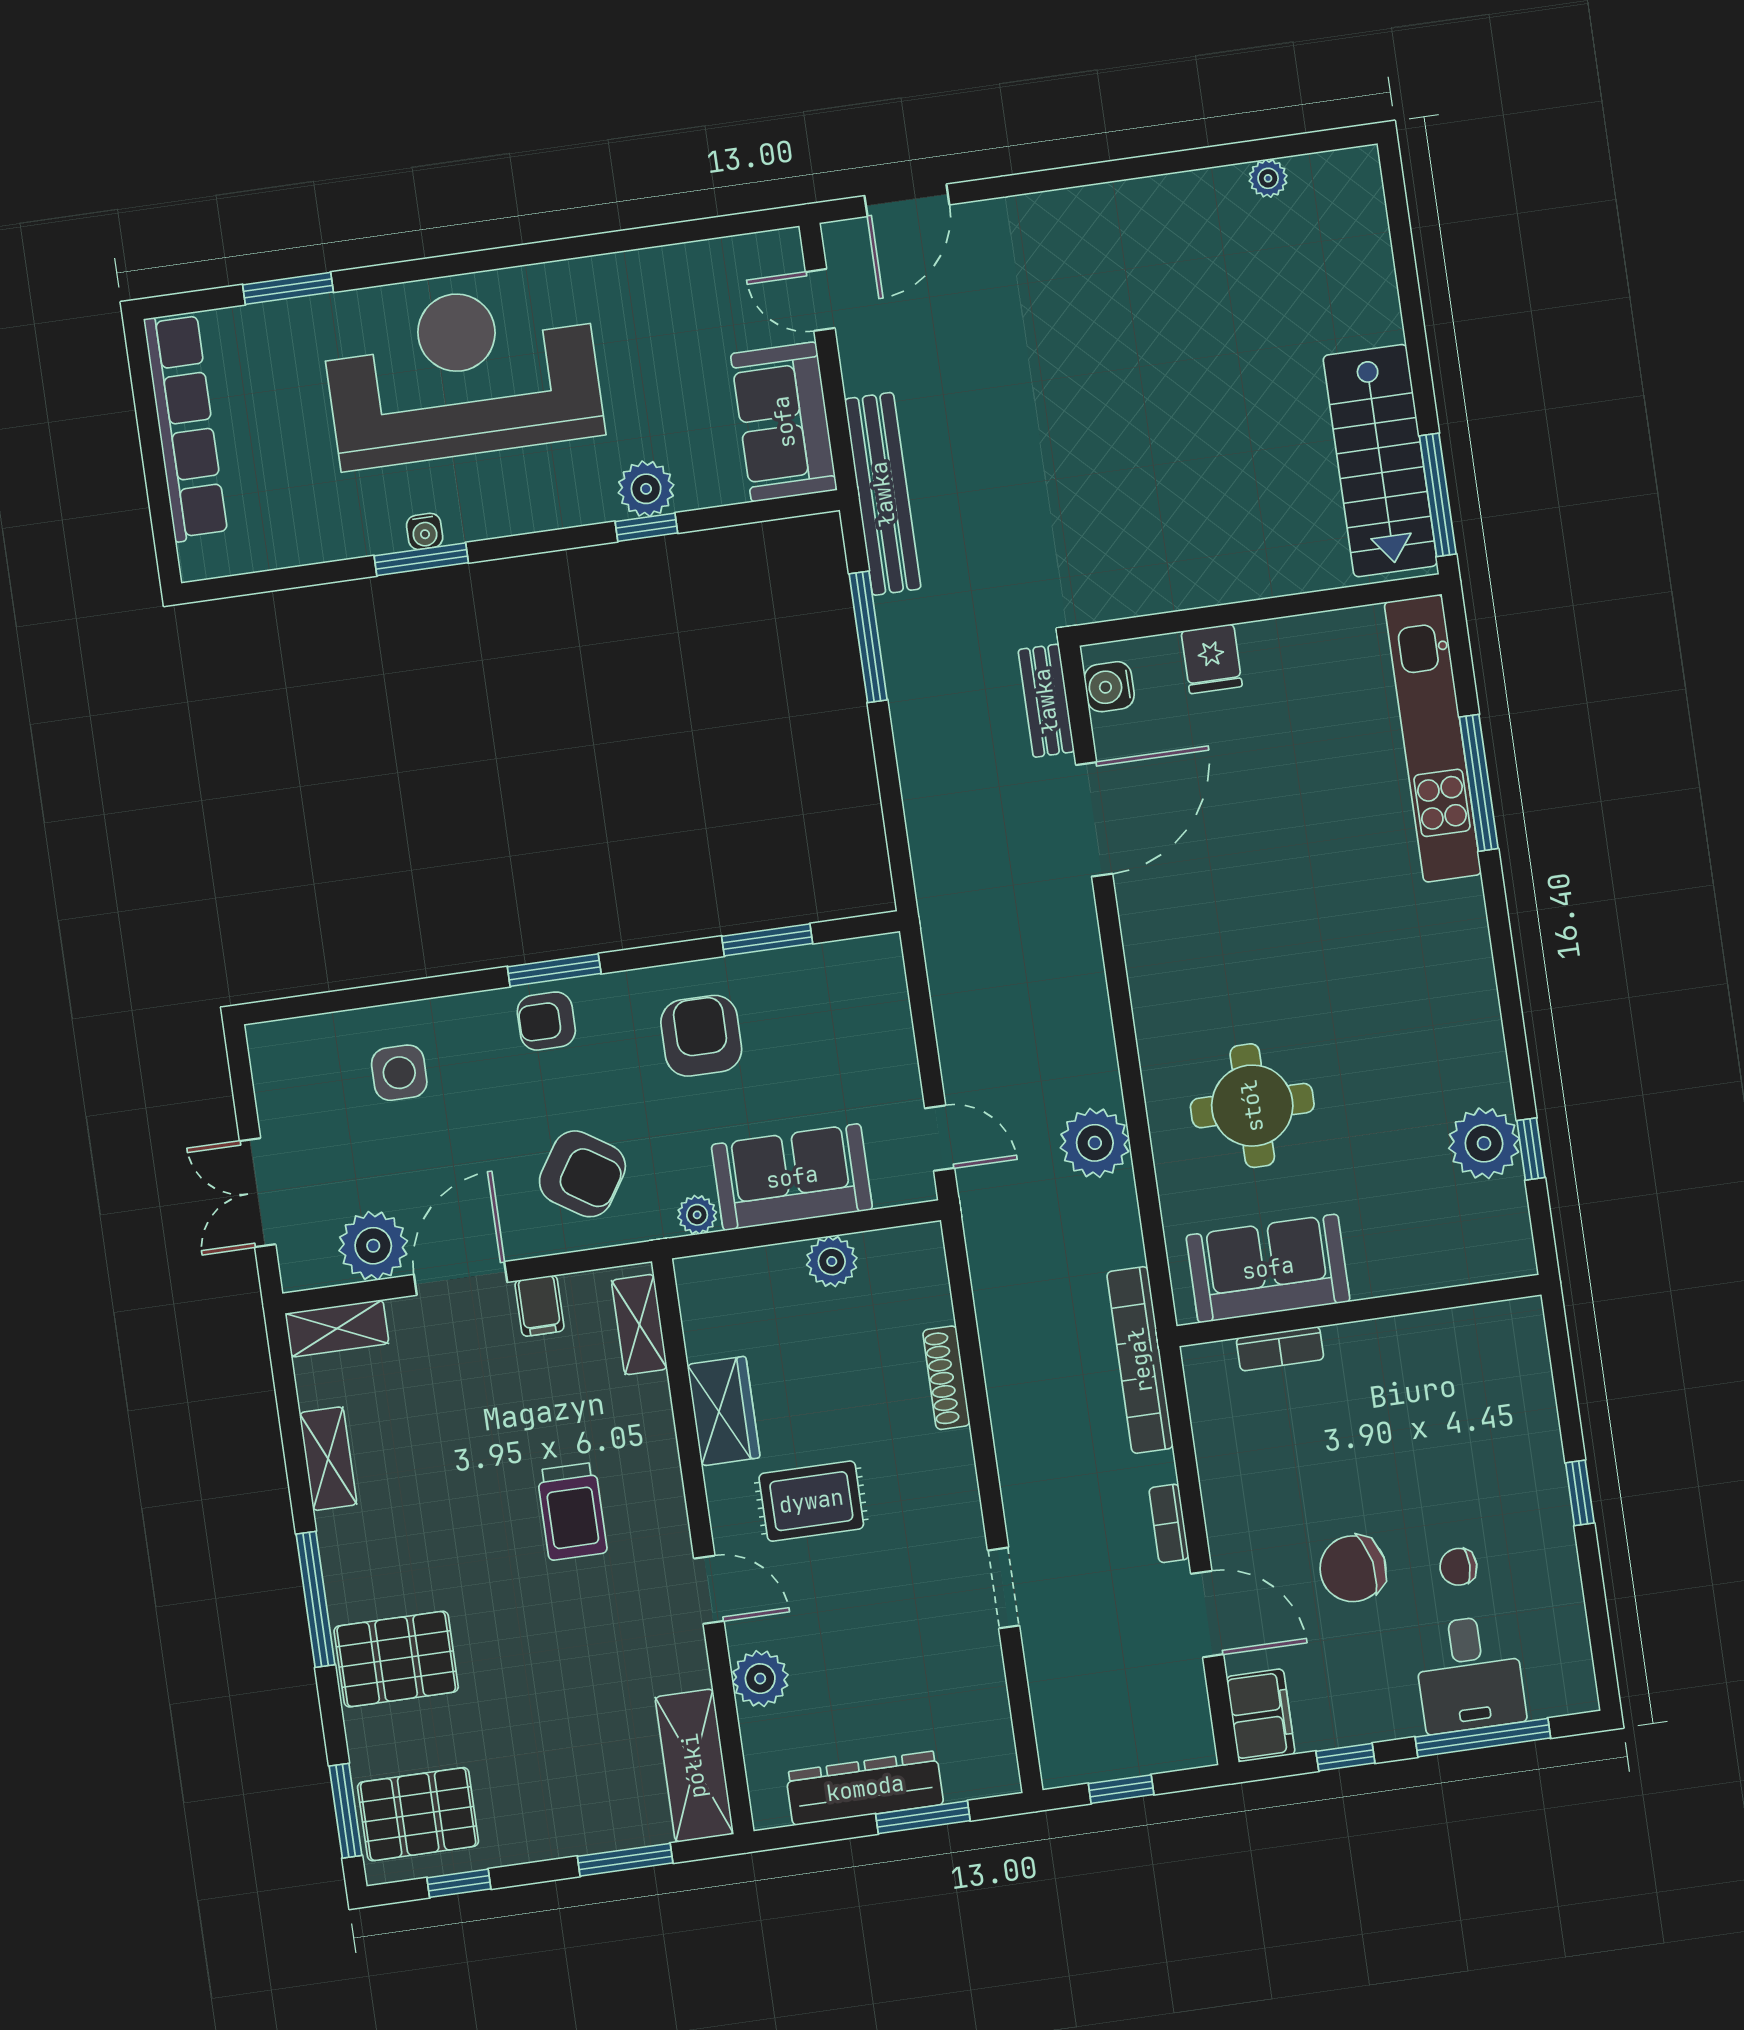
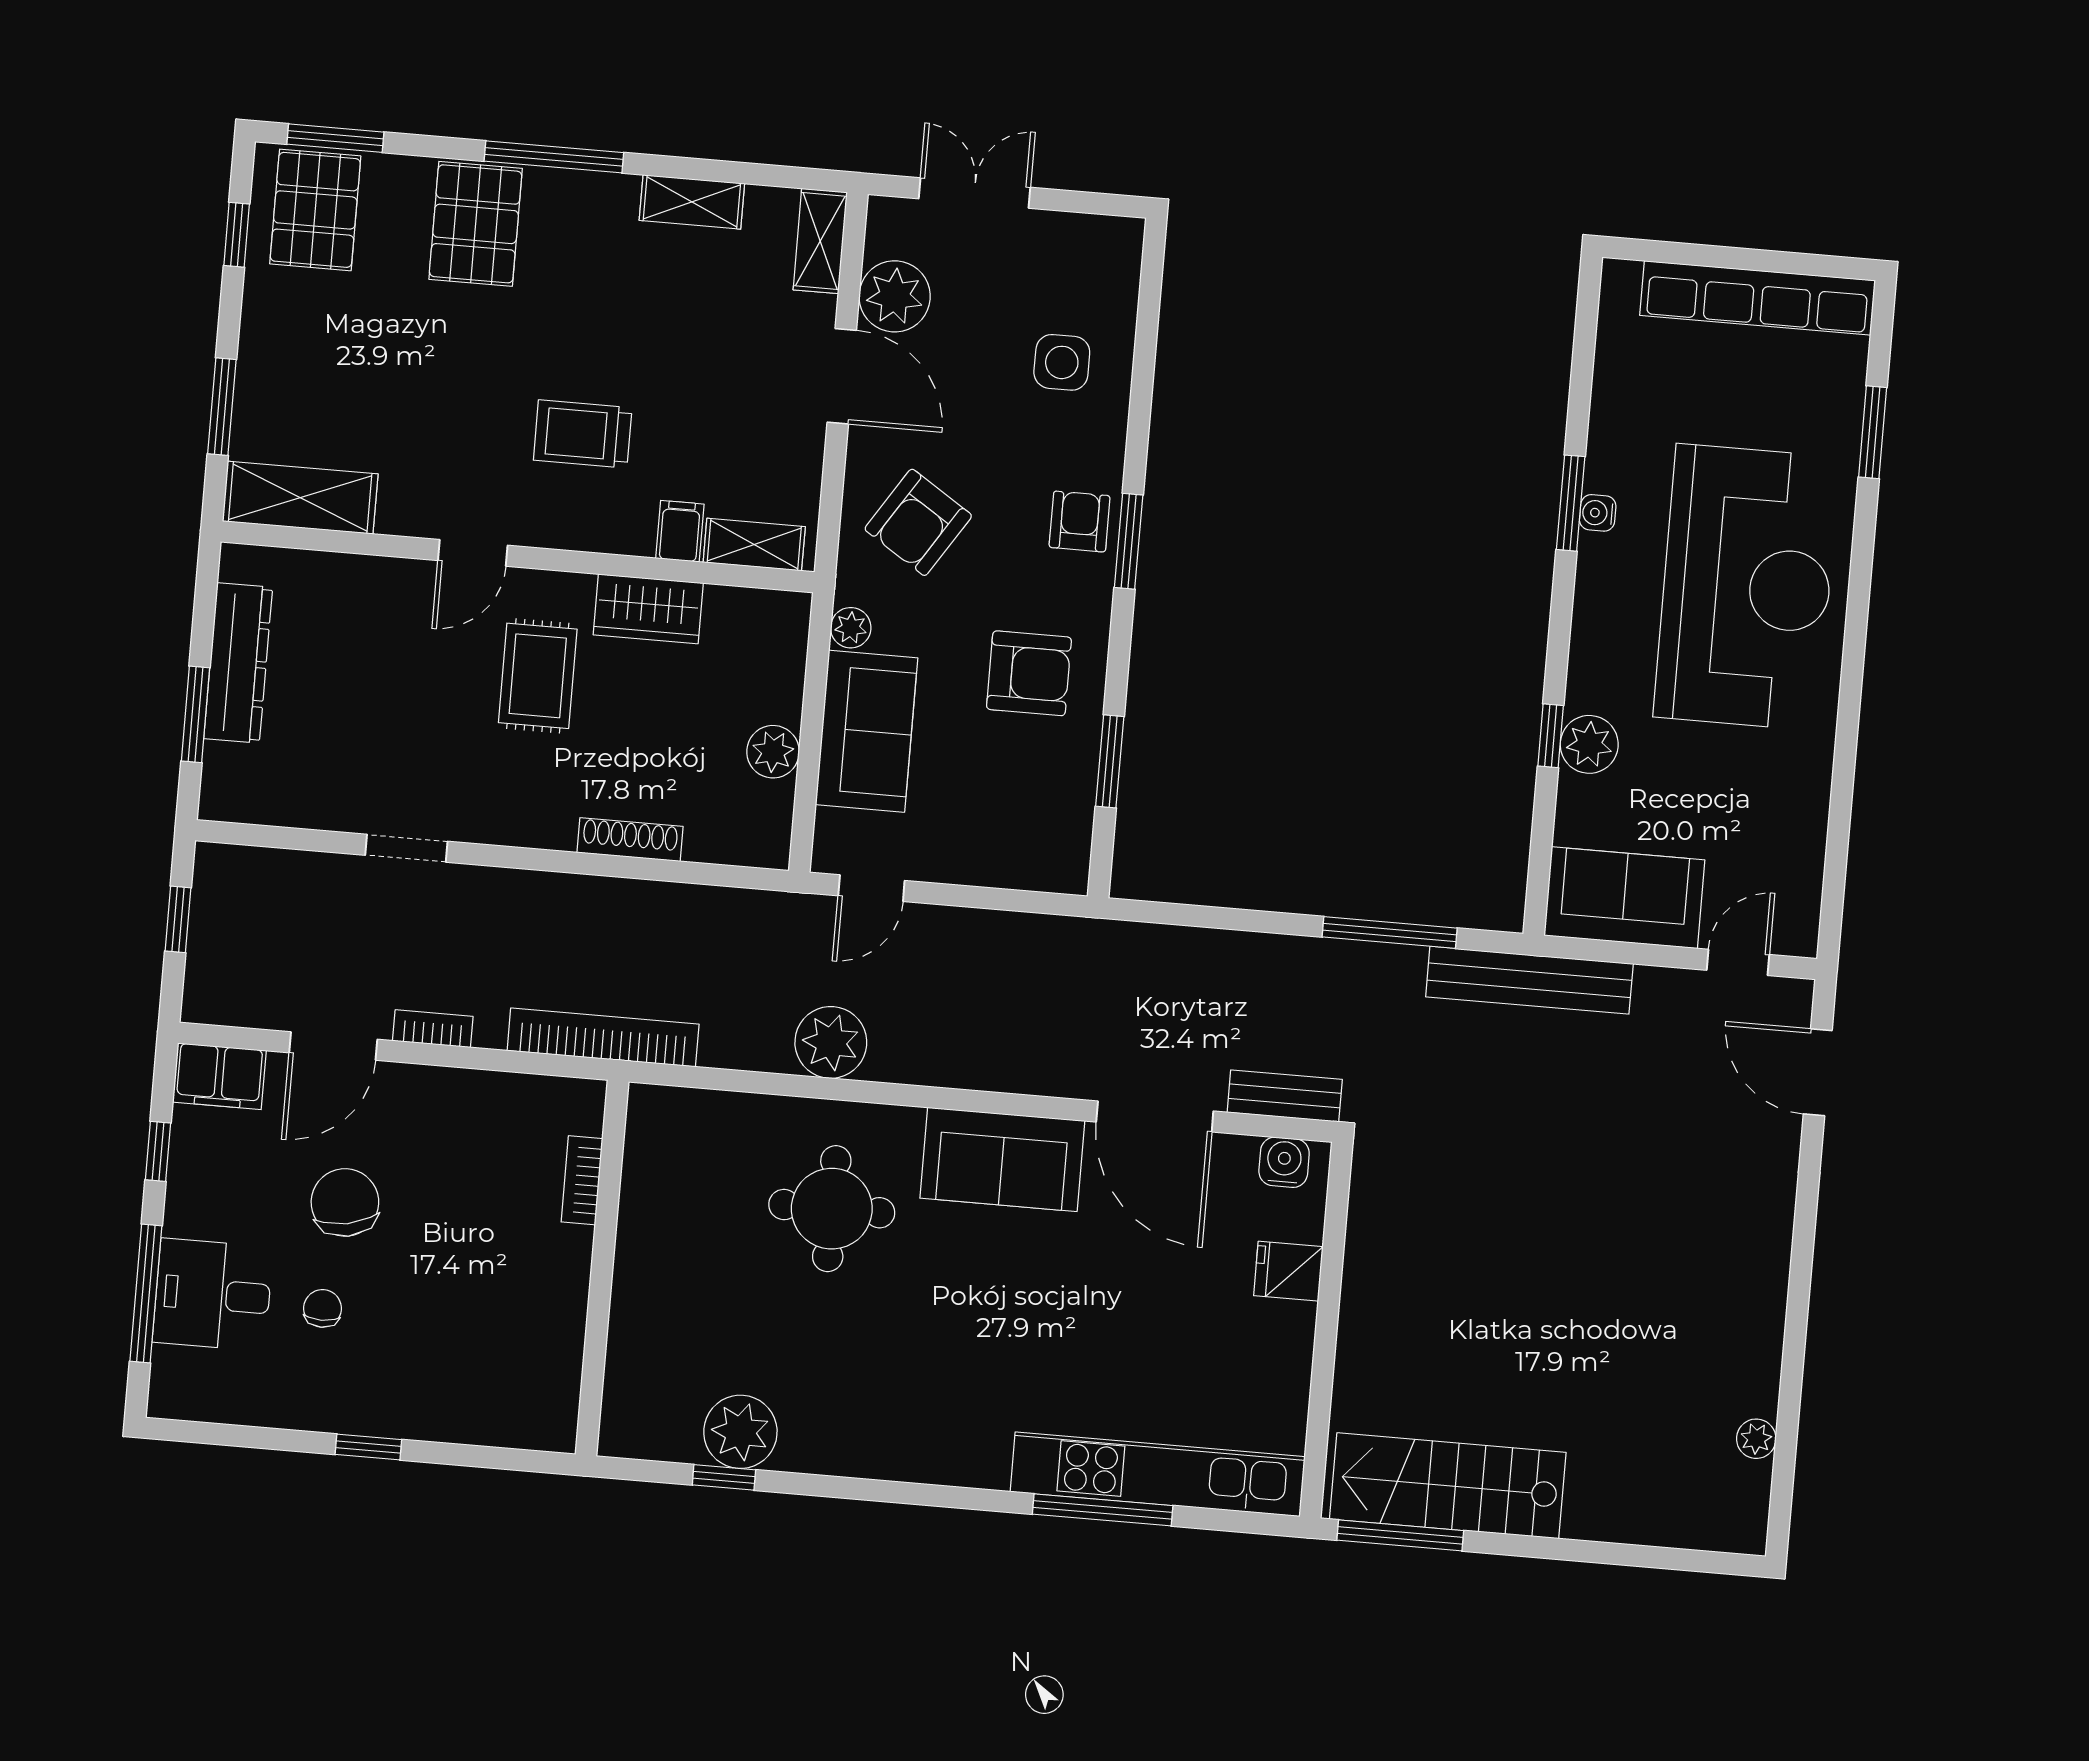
sofa: (1268, 1268) -> (1002, 1159), moved, turned 90
filing cabinet: (539, 1306) -> (680, 531), moved, turned 90
plant: (760, 1679) -> (372, 584), removed

